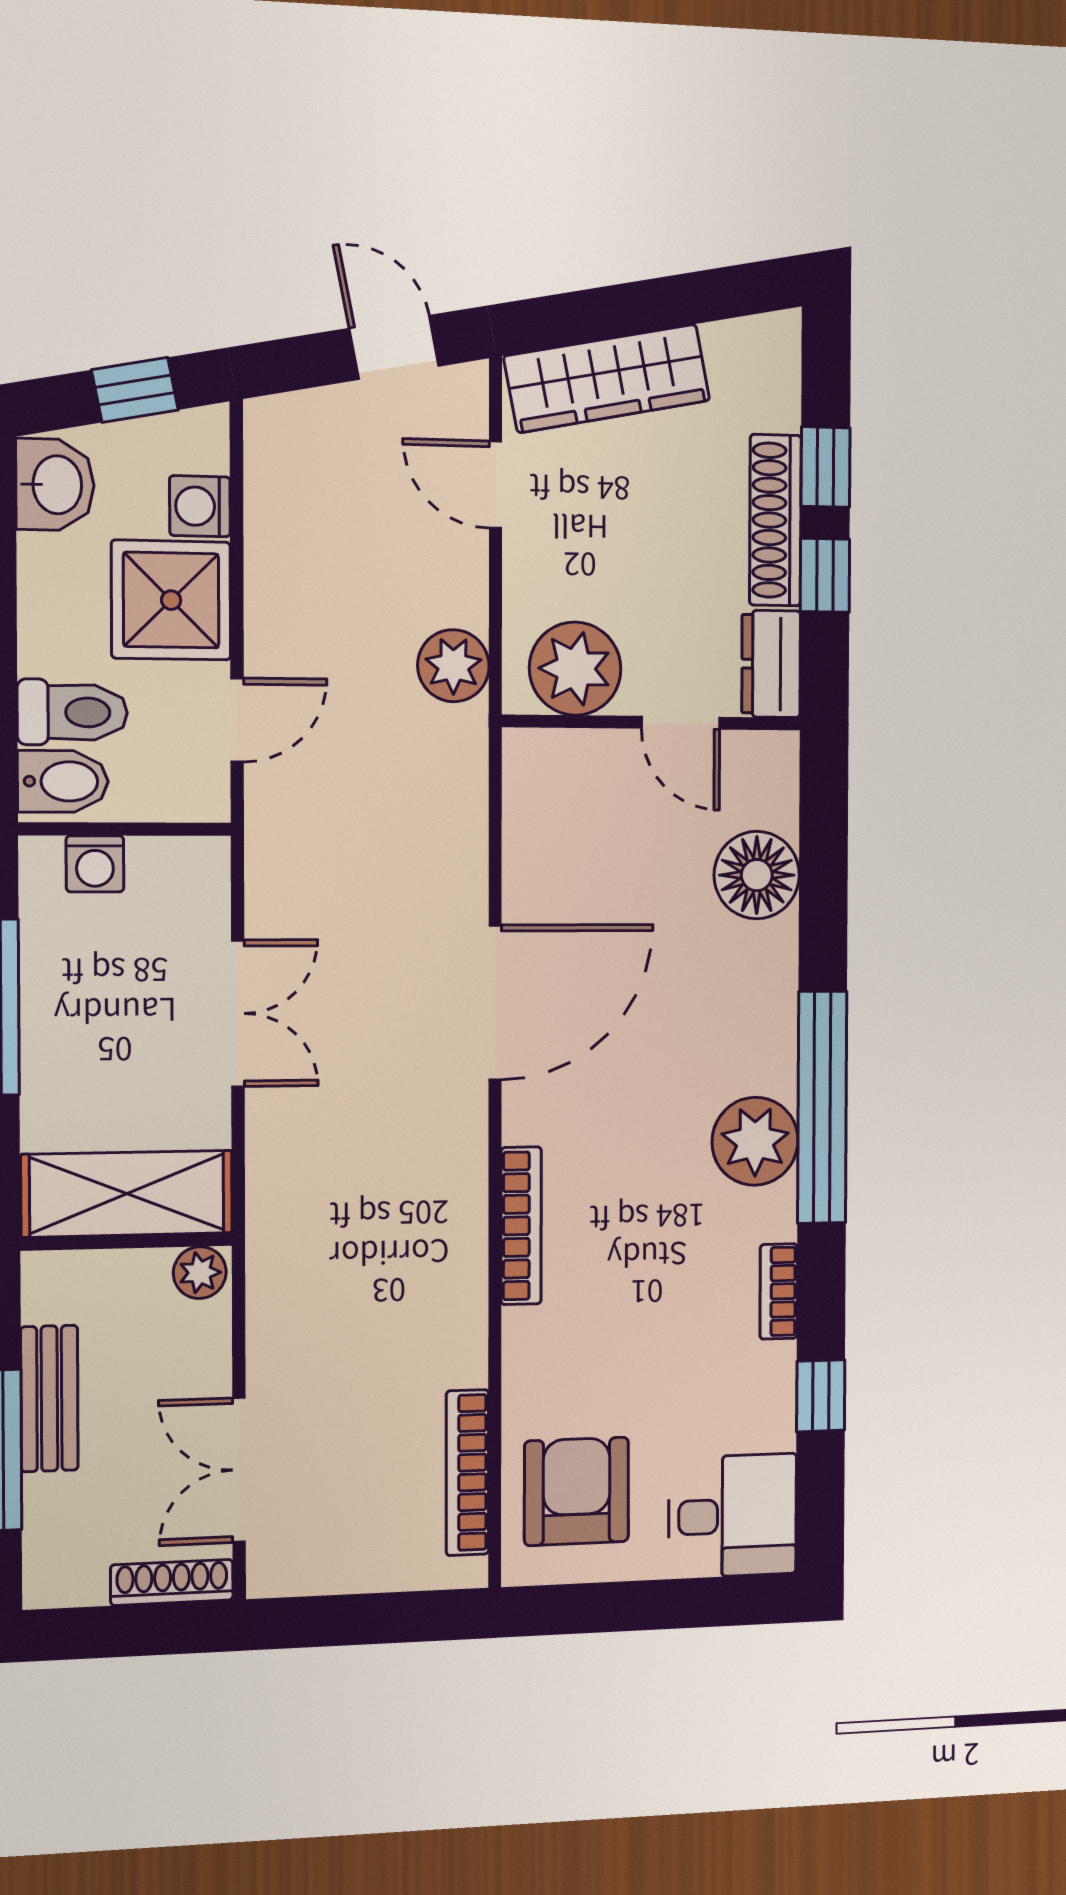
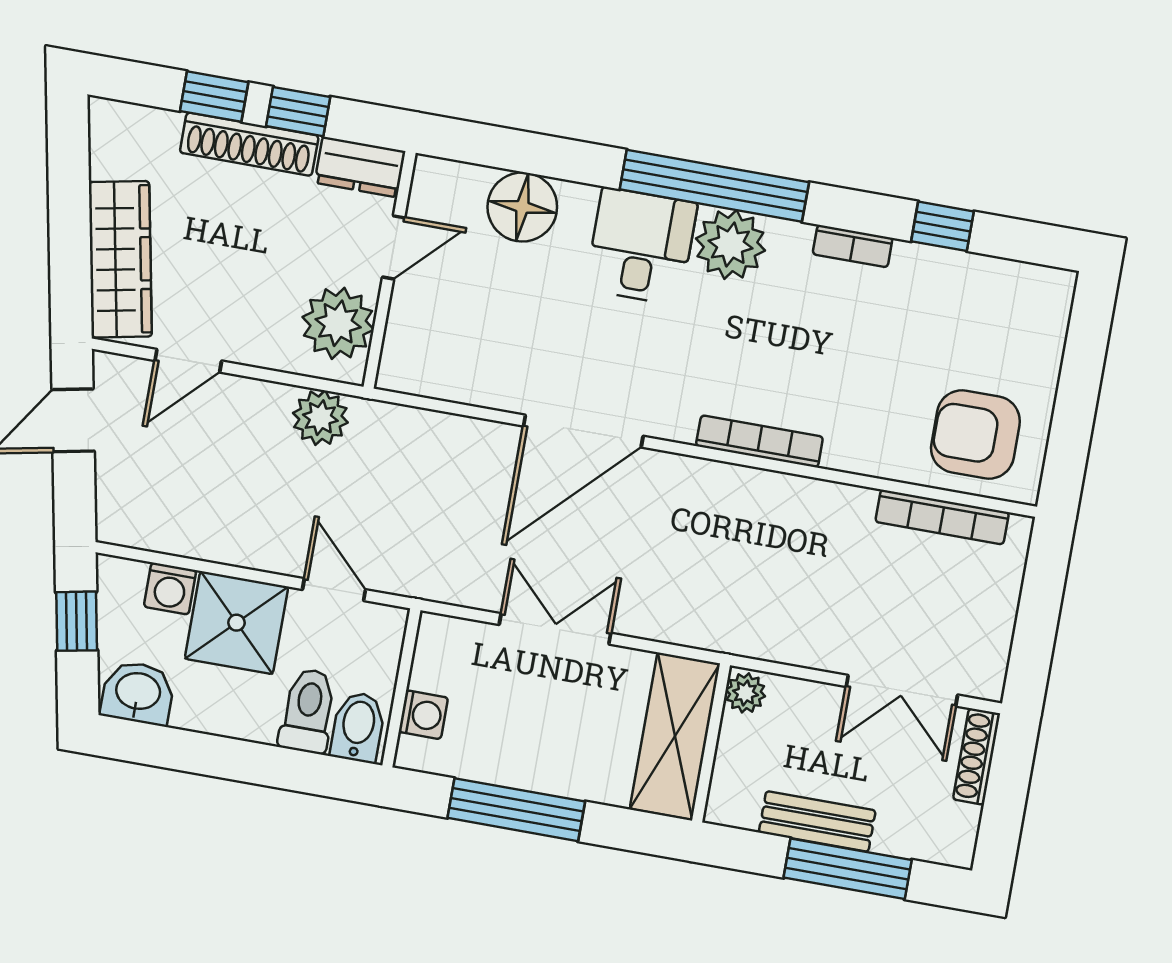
door: (495, 1003) -> (583, 431), swing flipped
desk: (733, 1516) -> (641, 246), moved

